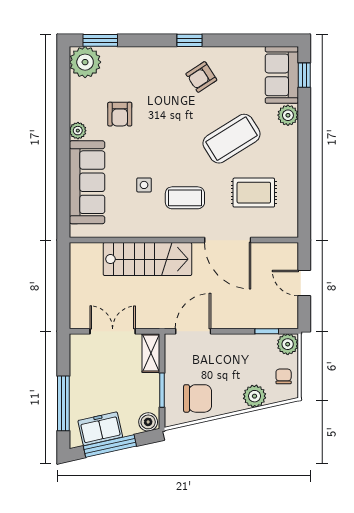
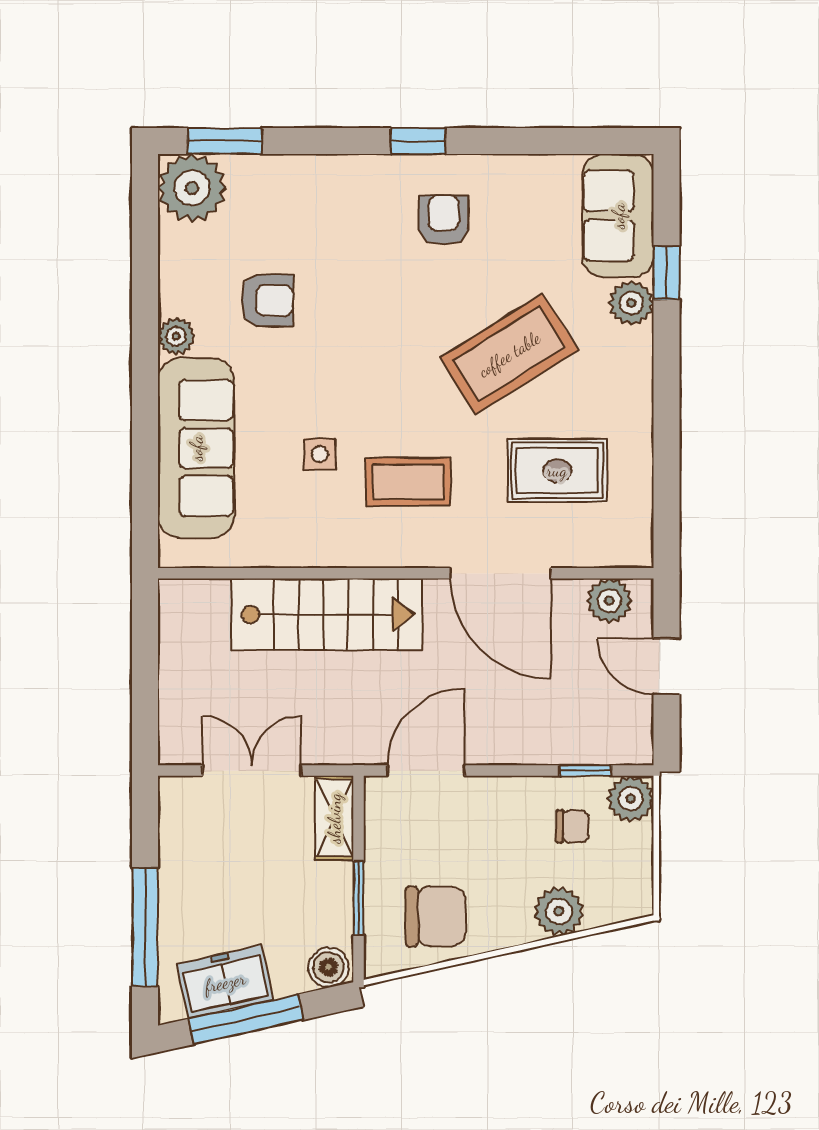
window: (304, 75) -> (667, 273), moved
armchair: (201, 77) -> (444, 220), turned 123
armchair: (120, 114) -> (267, 301), turned -90
plant: (278, 253) -> (609, 601), added
chair: (284, 376) -> (572, 826), moved, turned 90

